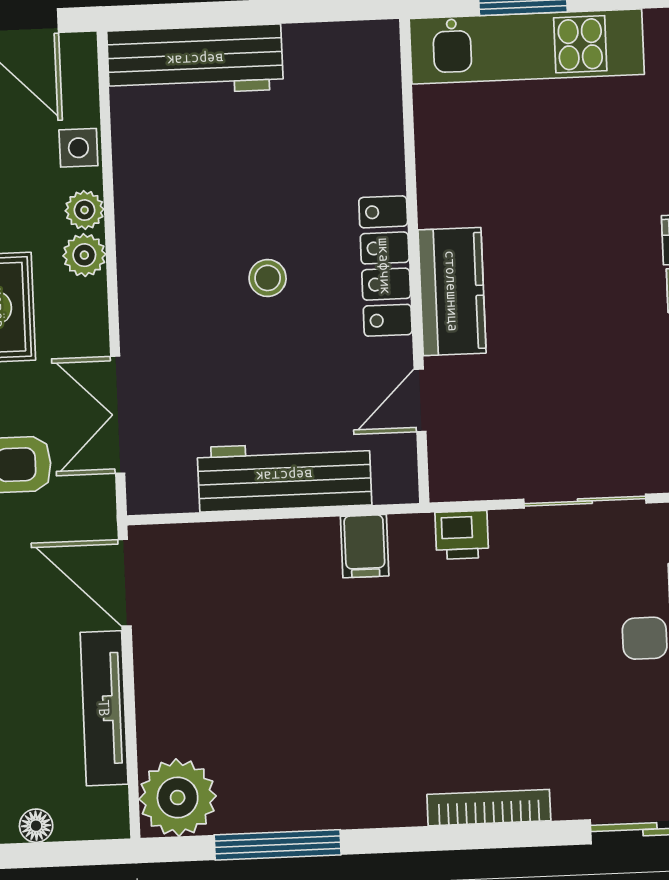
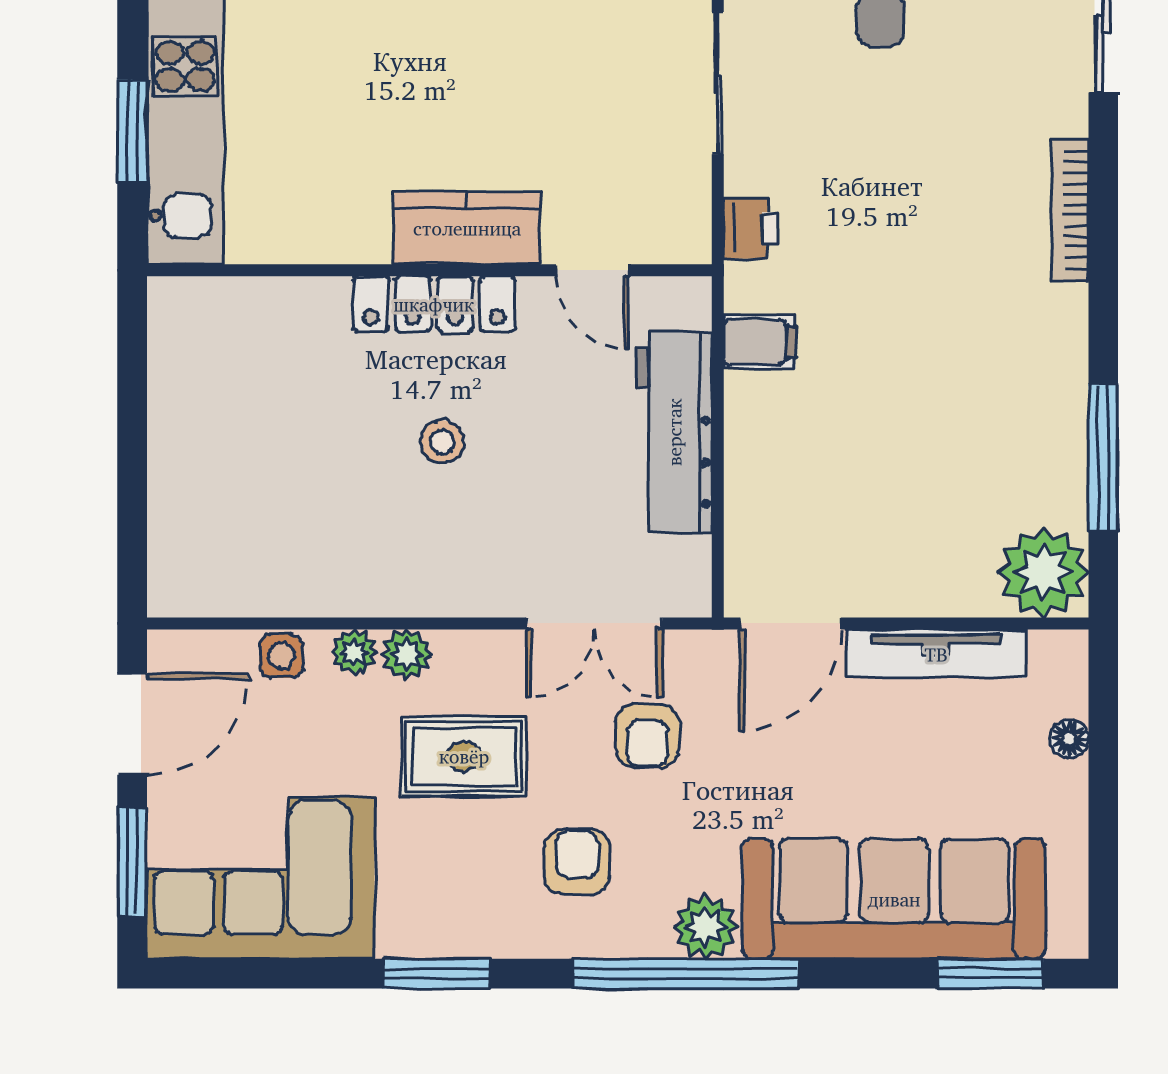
workbench: (195, 60) -> (185, 516), removed

